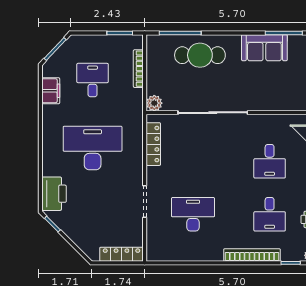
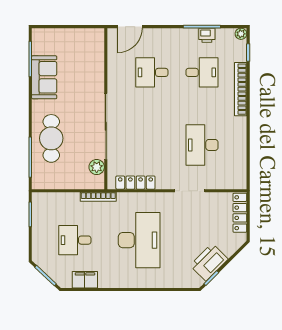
bookcase: (138, 69) -> (98, 197), moved
plant: (154, 103) -> (97, 167), moved
desk: (93, 148) -> (139, 240), turned 180
desk: (270, 161) -> (152, 72), turned 180
printer: (54, 194) -> (209, 262), moved, turned -45

